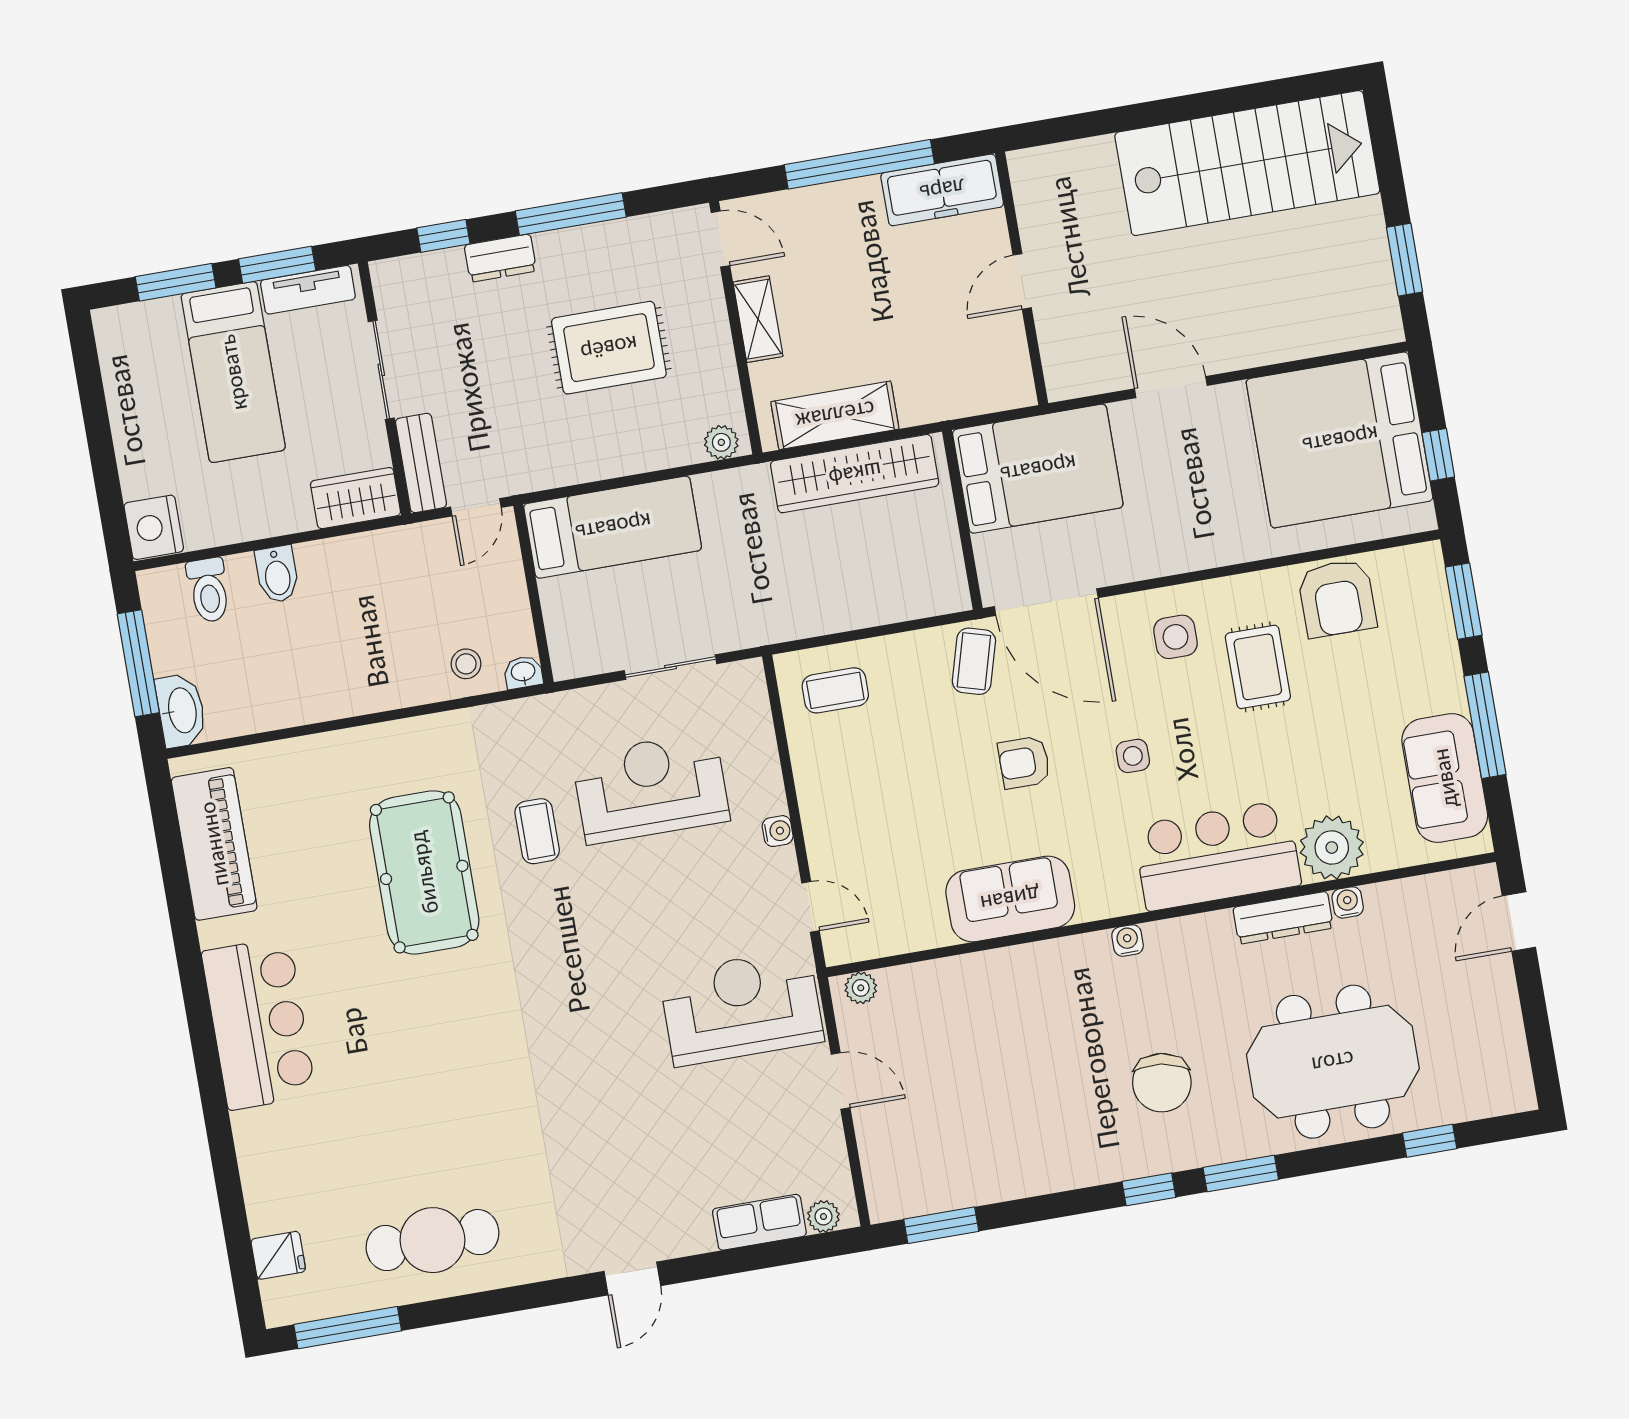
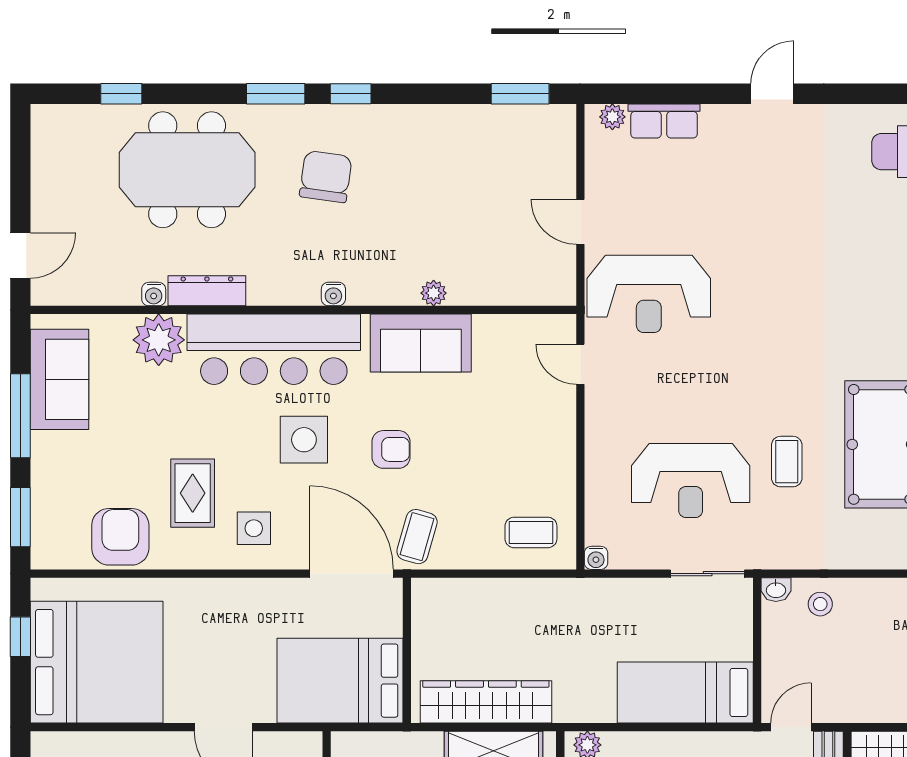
sliding door: (671, 667) -> (708, 574), moved
side table: (1133, 756) -> (304, 440), width x1.87, depth x1.87
water cooler: (778, 831) -> (596, 558), moved, turned -90
bar counter: (1217, 855) -> (274, 349), width x1.36
plant: (861, 988) -> (434, 293), moved

